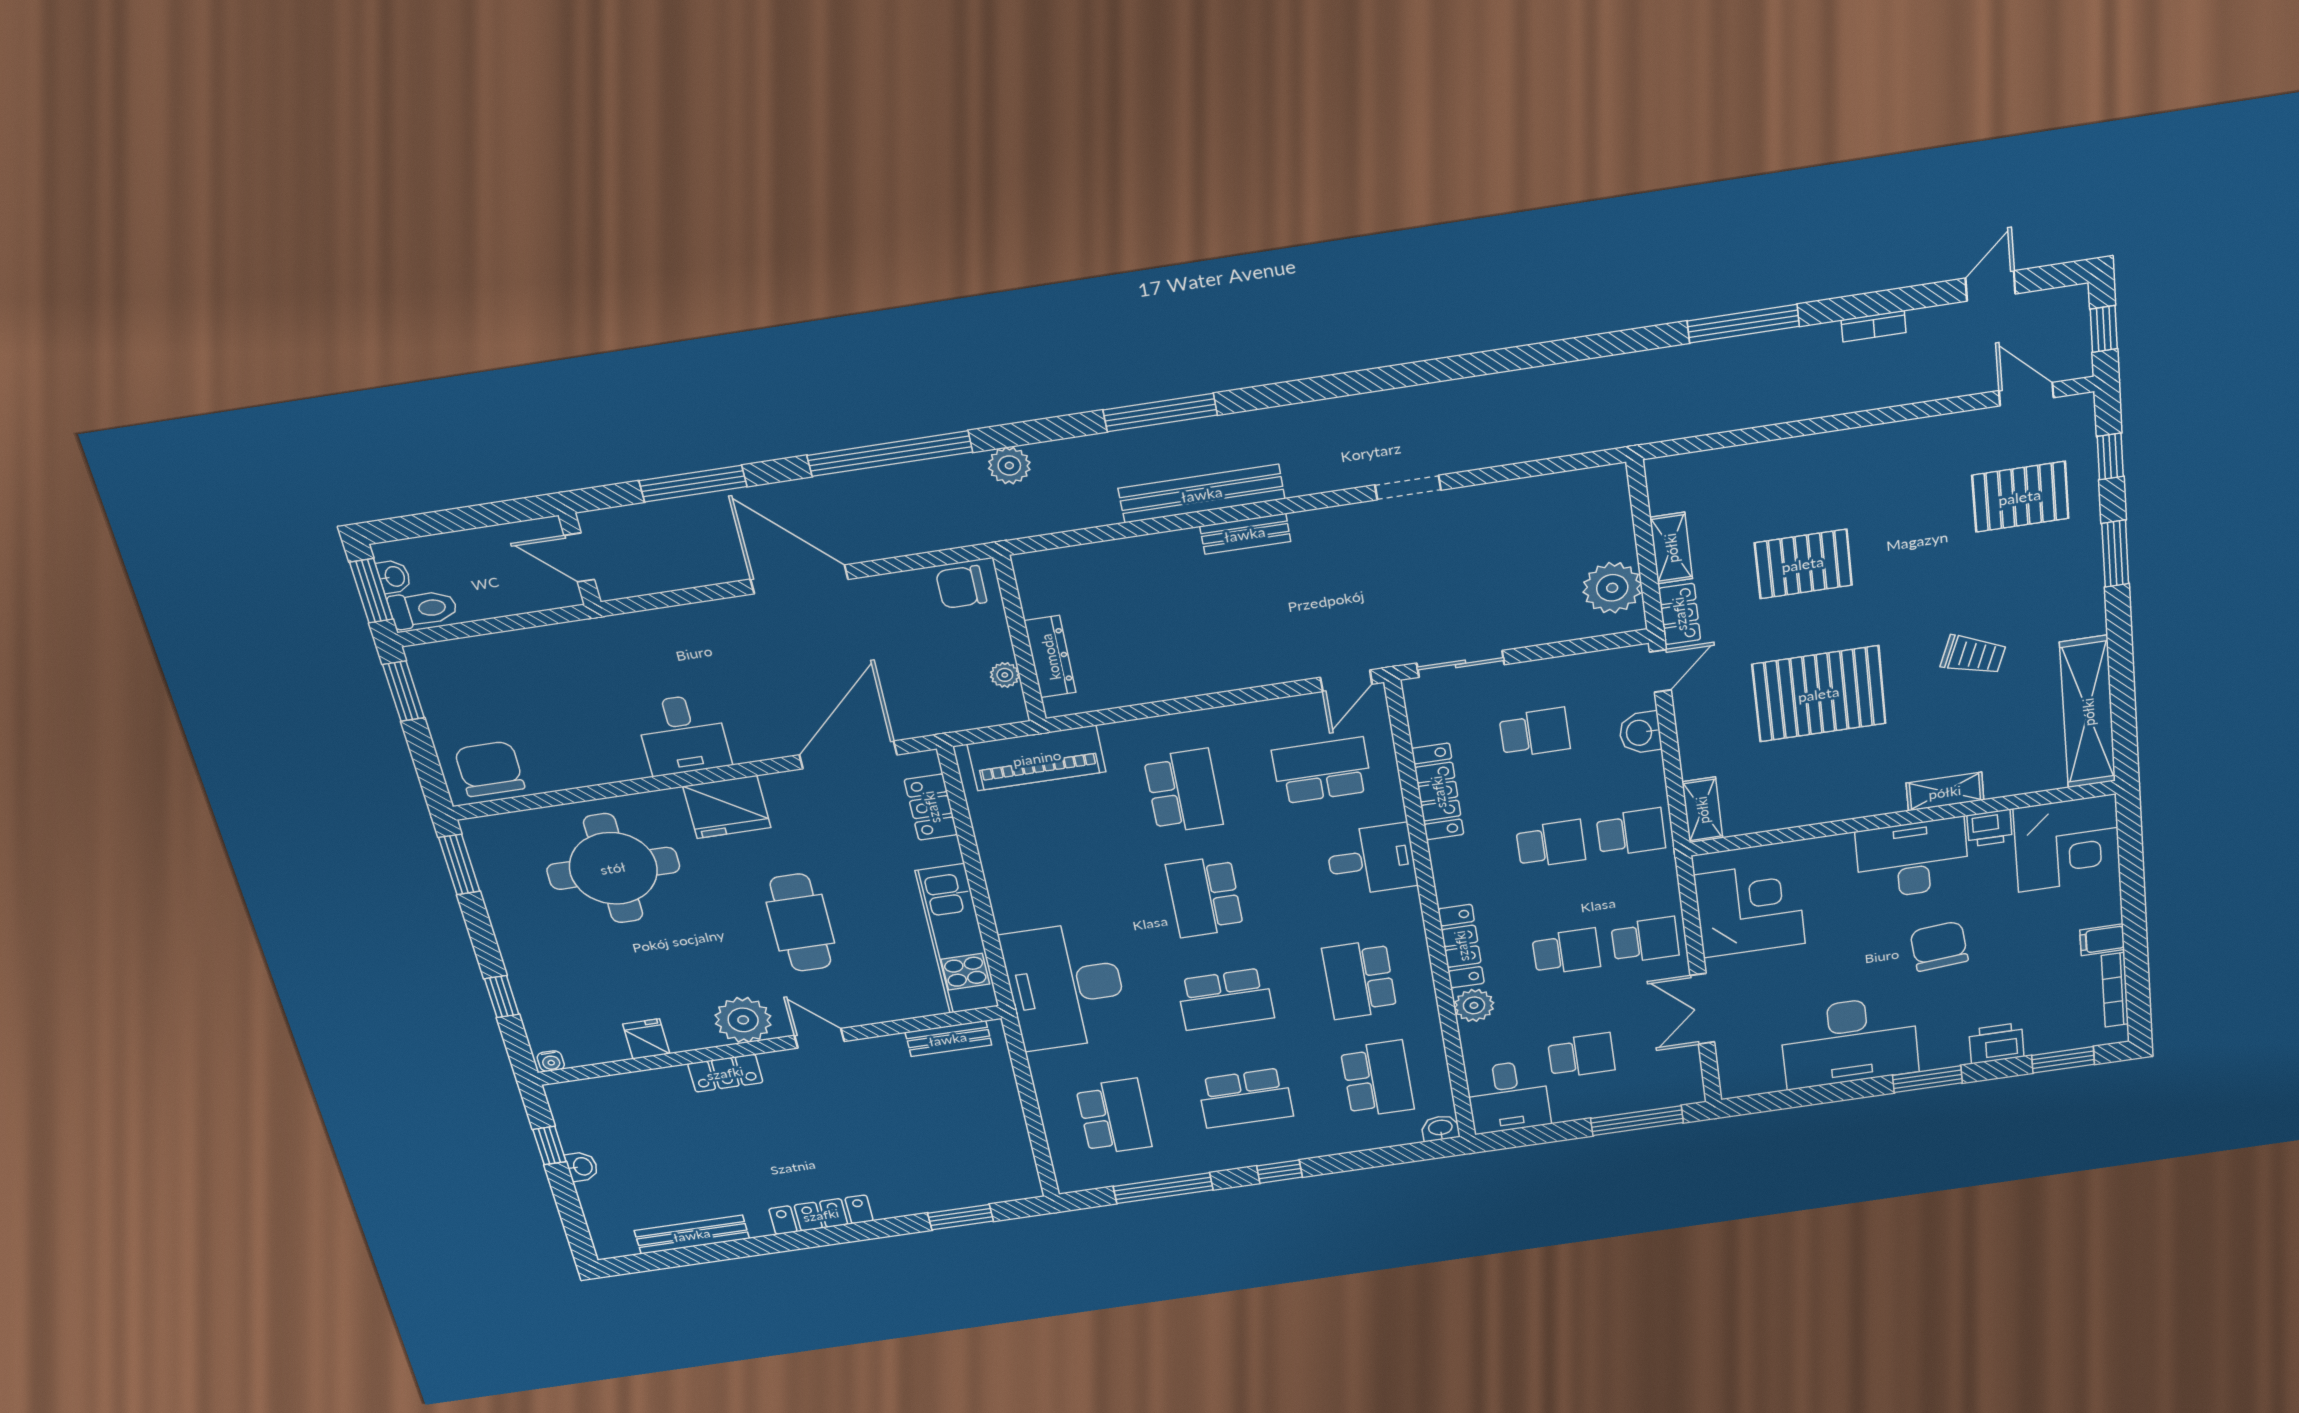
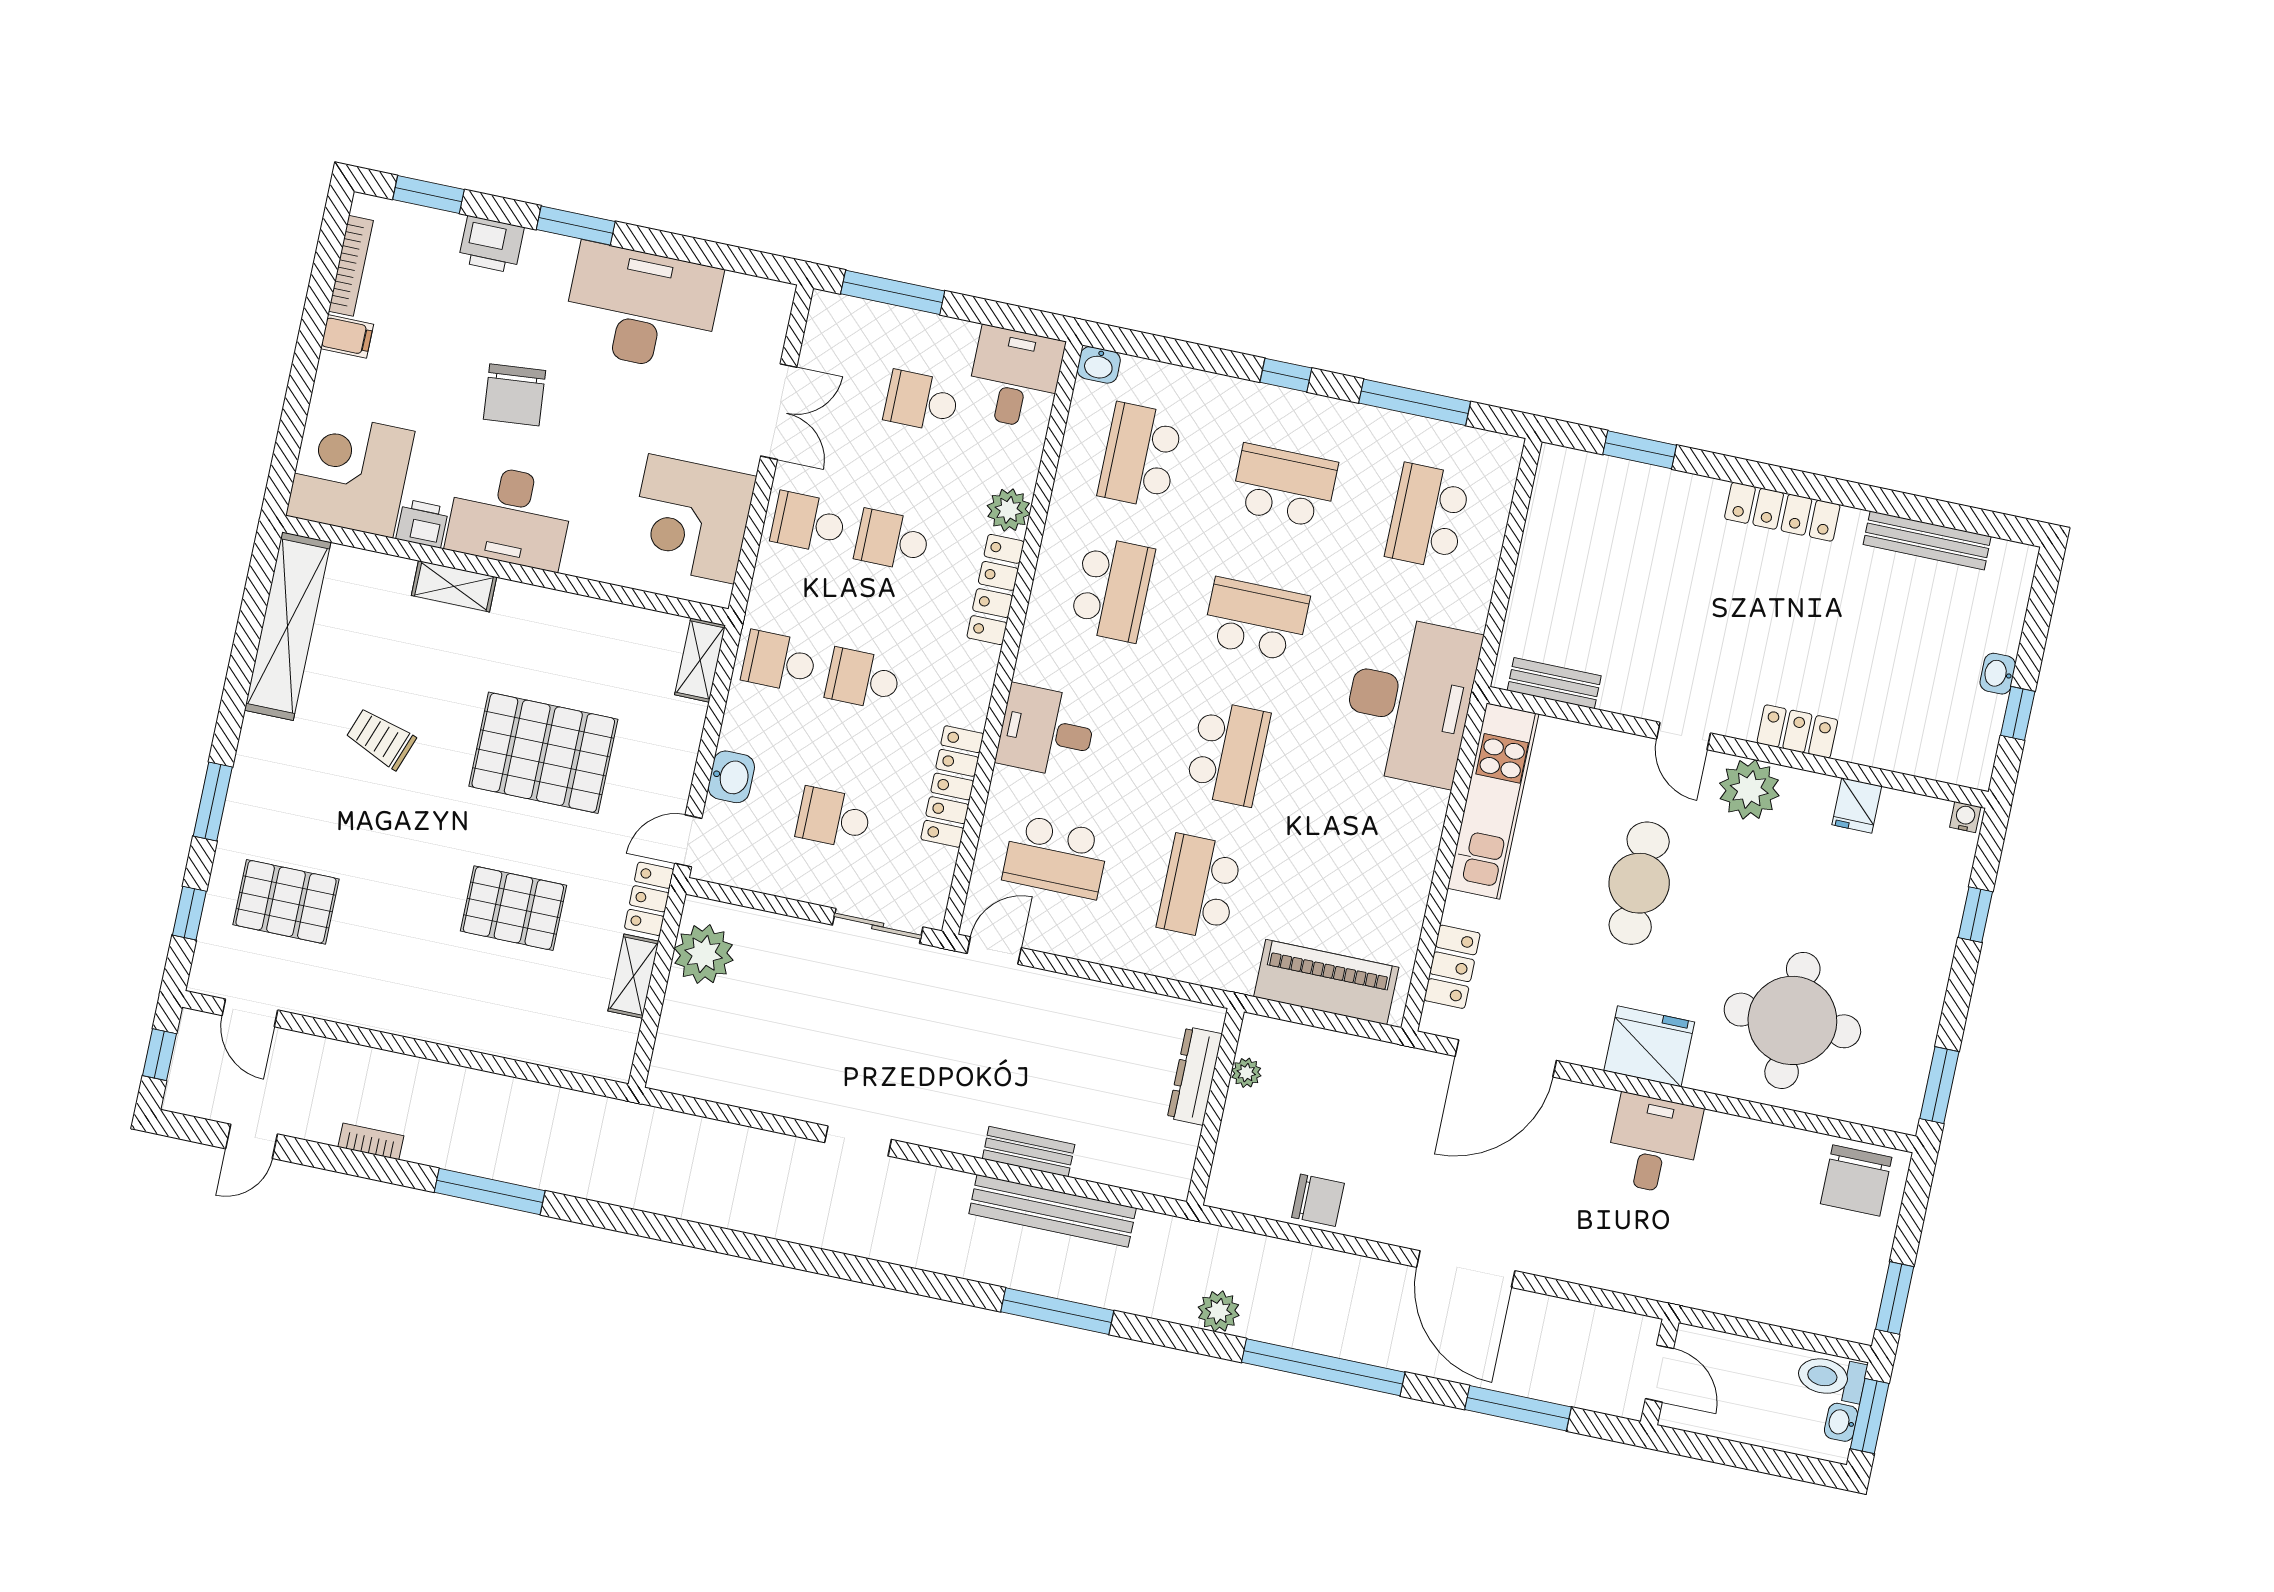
wall: (1020, 639) -> (1215, 1107), moved
dresser: (1050, 657) -> (1195, 1076), moved
plant: (1005, 675) -> (1246, 1073), moved

